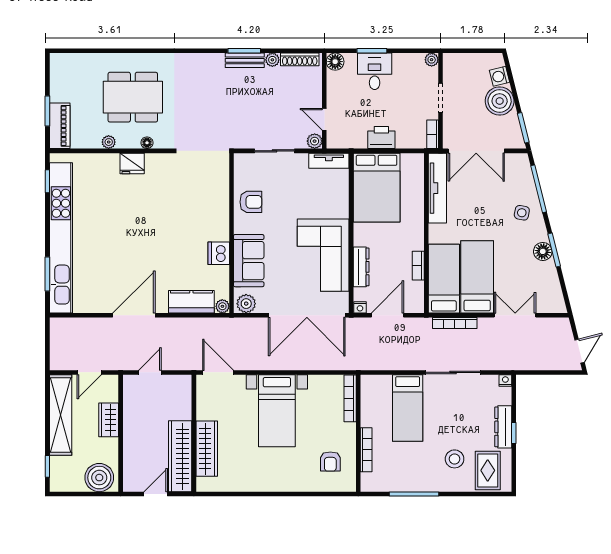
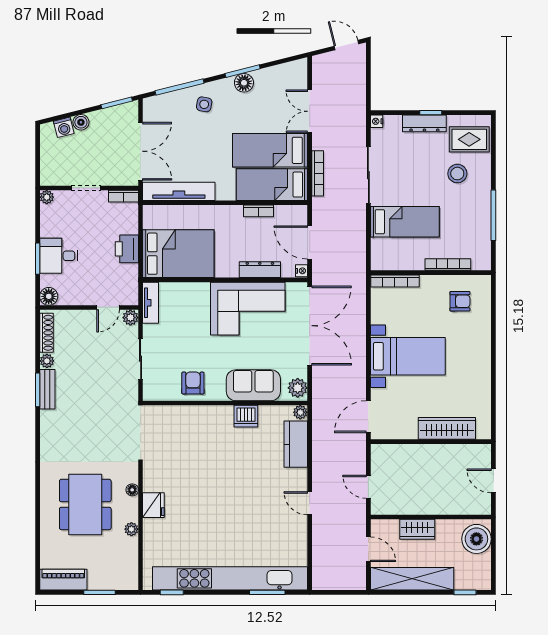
boiler: (500, 101) -> (81, 122), width x0.54, depth x0.54
piano: (60, 126) -> (63, 580), moved
door: (134, 315) -> (310, 503), width x0.53
wardrobe: (180, 456) -> (454, 456), removed

